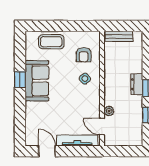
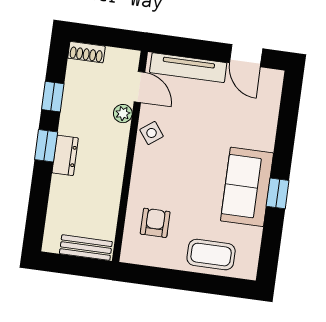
side table: (85, 79) -> (152, 133), moved
shoe rack: (133, 141) -> (86, 52), added

